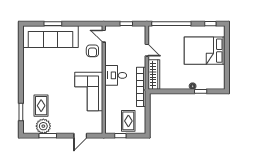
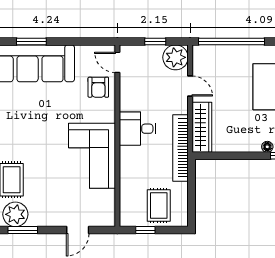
plant: (138, 33) -> (175, 57), added

